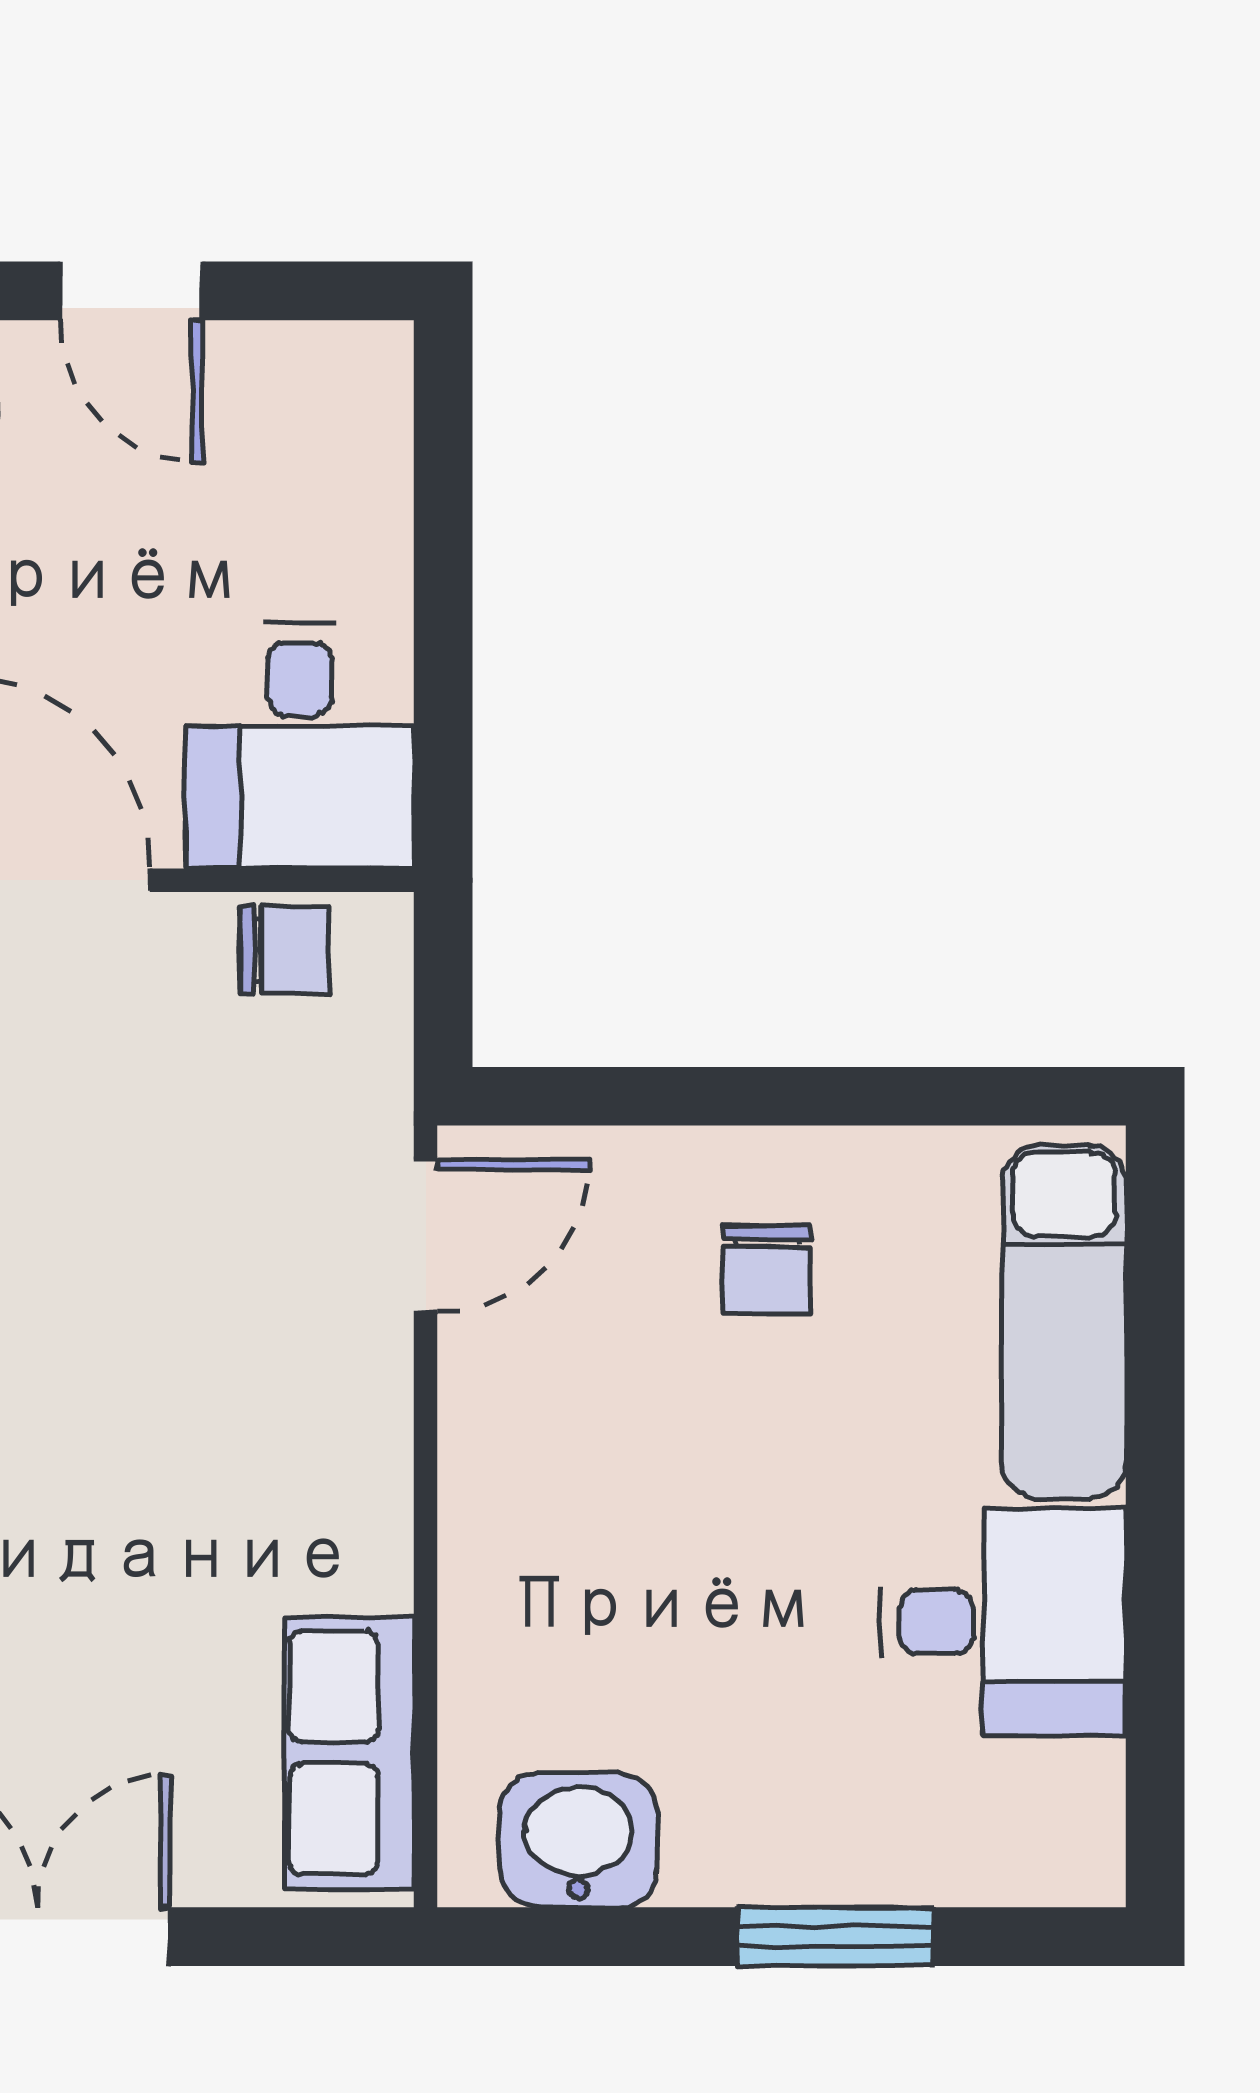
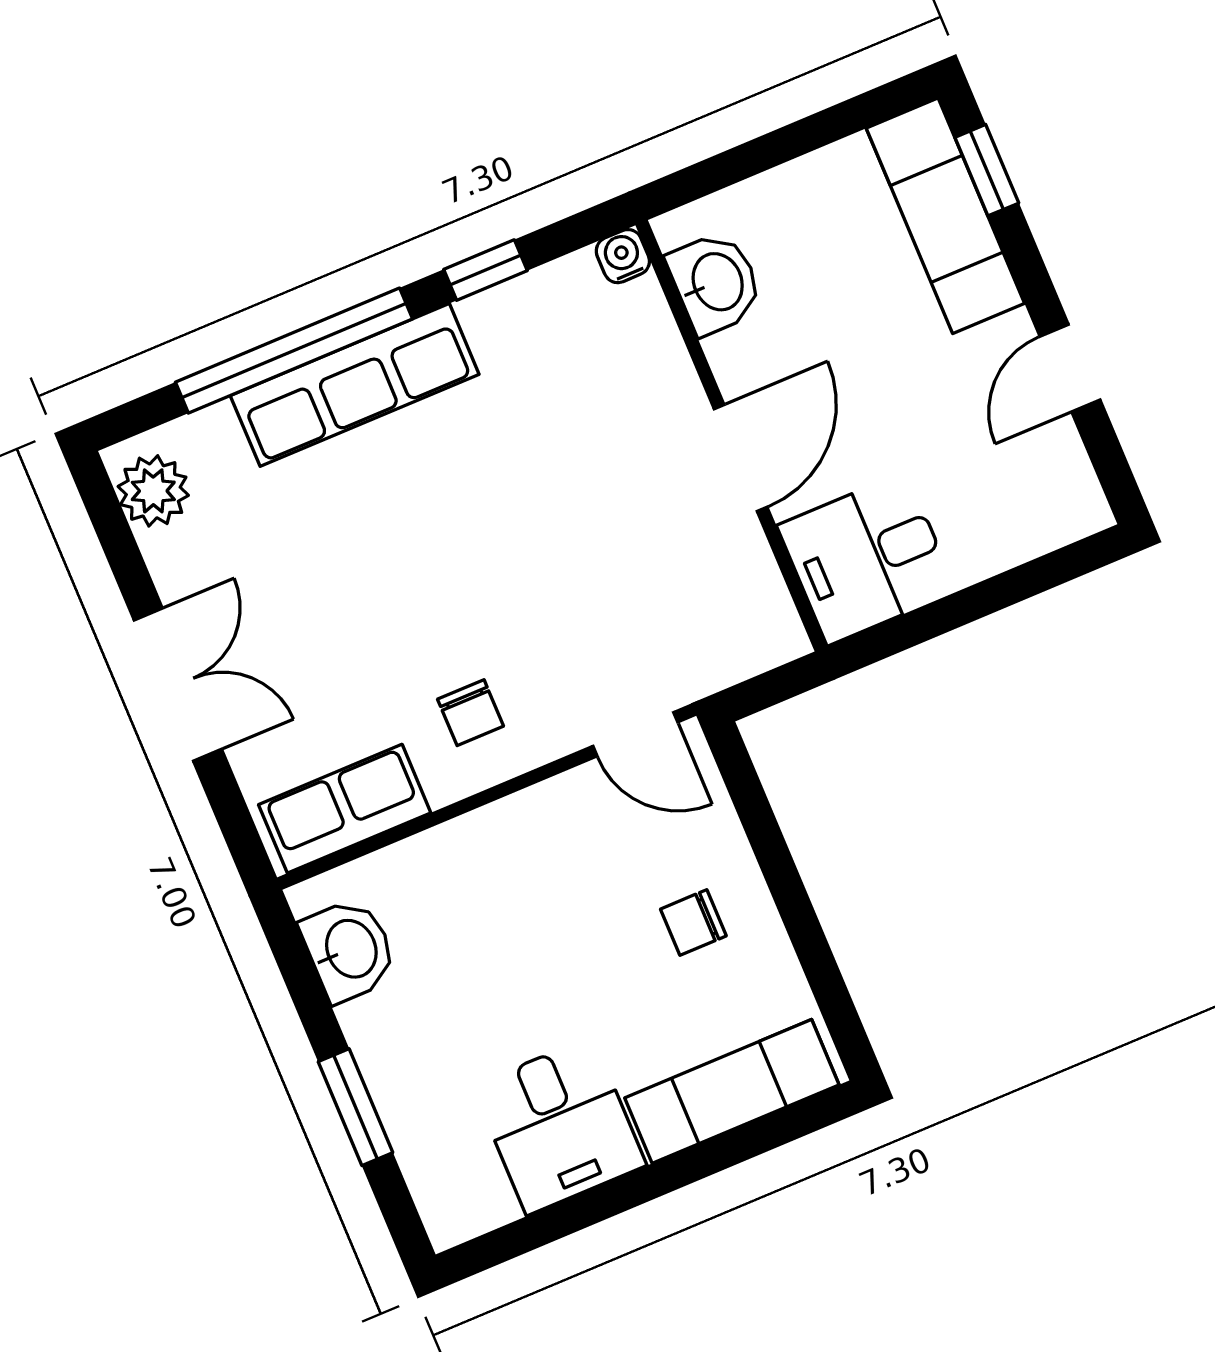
chair: (284, 950) -> (471, 713), moved

